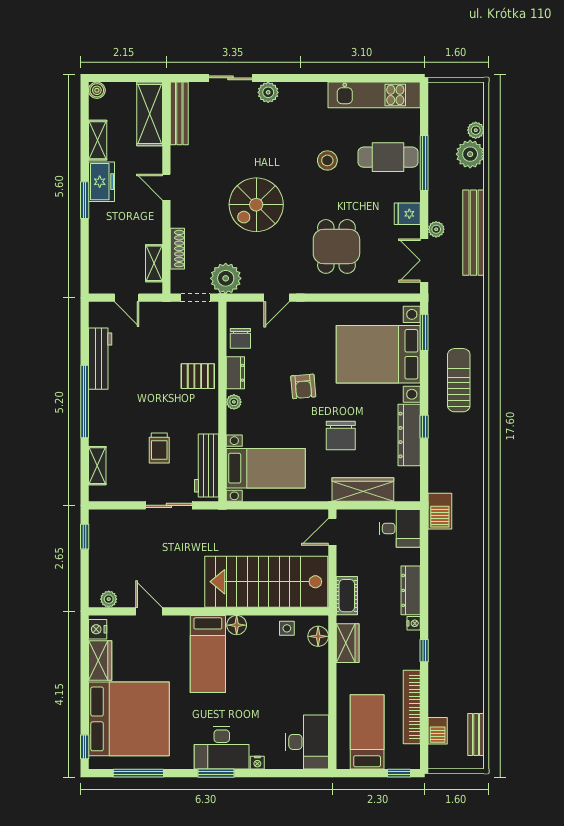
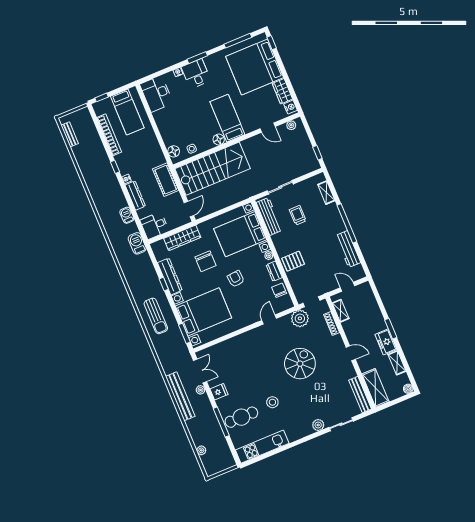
plant: (470, 154) -> (199, 437), removed
dining table: (336, 246) -> (249, 359), removed
chair: (341, 435) -> (206, 261), turned 180
bed with nightstands: (266, 468) -> (240, 234), width x1.36
cot: (347, 596) -> (166, 180), width x1.37, depth x1.34
wardrobe: (348, 643) -> (157, 154), removed
barbecue: (438, 731) -> (127, 215), moved
desk: (222, 748) -> (196, 74), width x0.73

